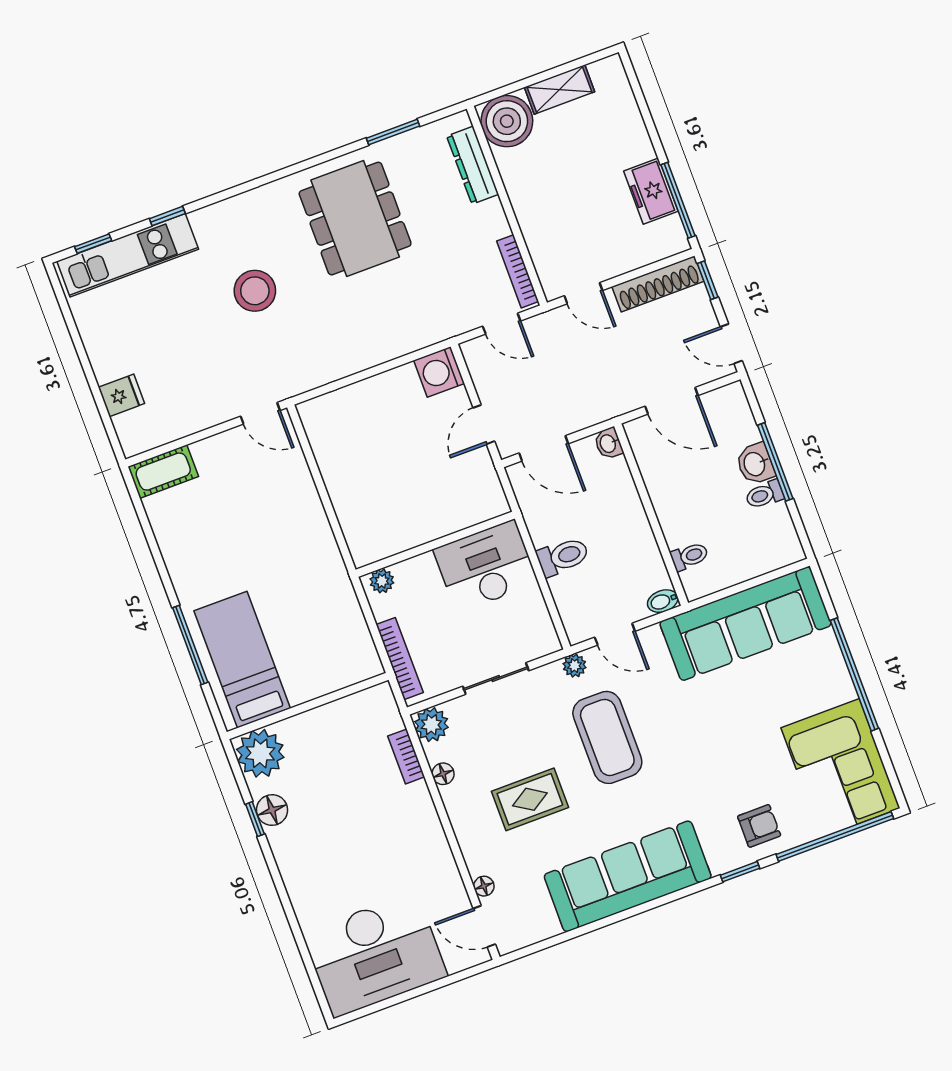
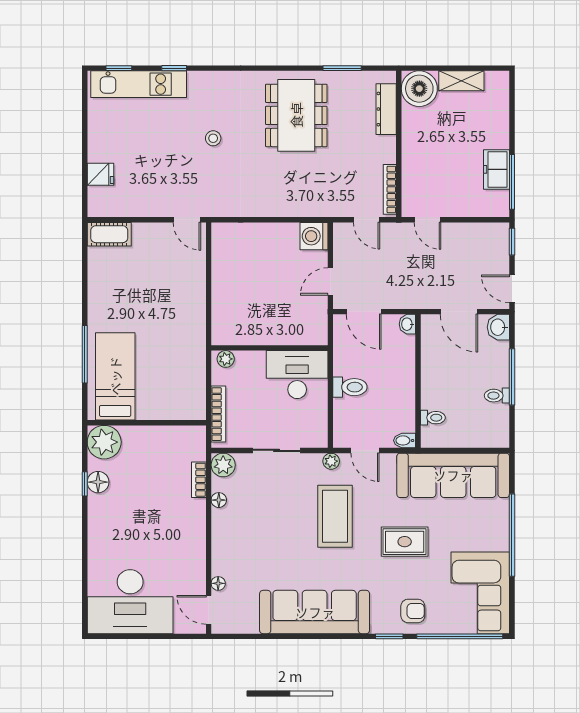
shoe rack: (658, 284) -> (479, 232), removed
stool: (255, 291) -> (213, 138), width x0.53, depth x0.53
washbasin: (755, 464) -> (498, 327), moved
rug: (530, 799) -> (405, 542), moved

